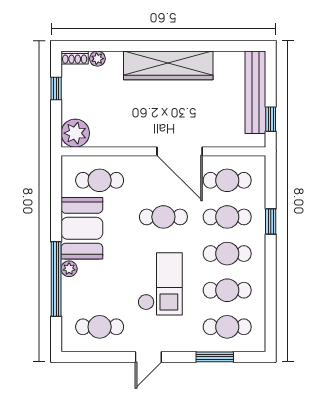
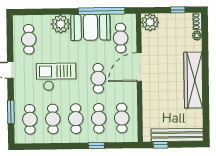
door: (180, 151) -> (139, 67), moved
plant: (69, 269) -> (61, 24), width x1.87, depth x1.87
window: (56, 279) -> (102, 11), moved
checkout: (160, 284) -> (56, 77), turned 180

